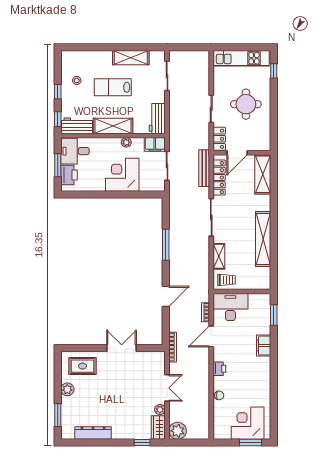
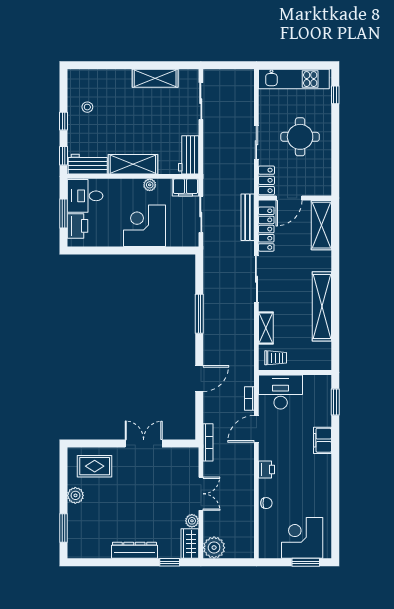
lab bench: (113, 87) -> (133, 116), removed
dresser: (93, 433) -> (134, 550), moved

